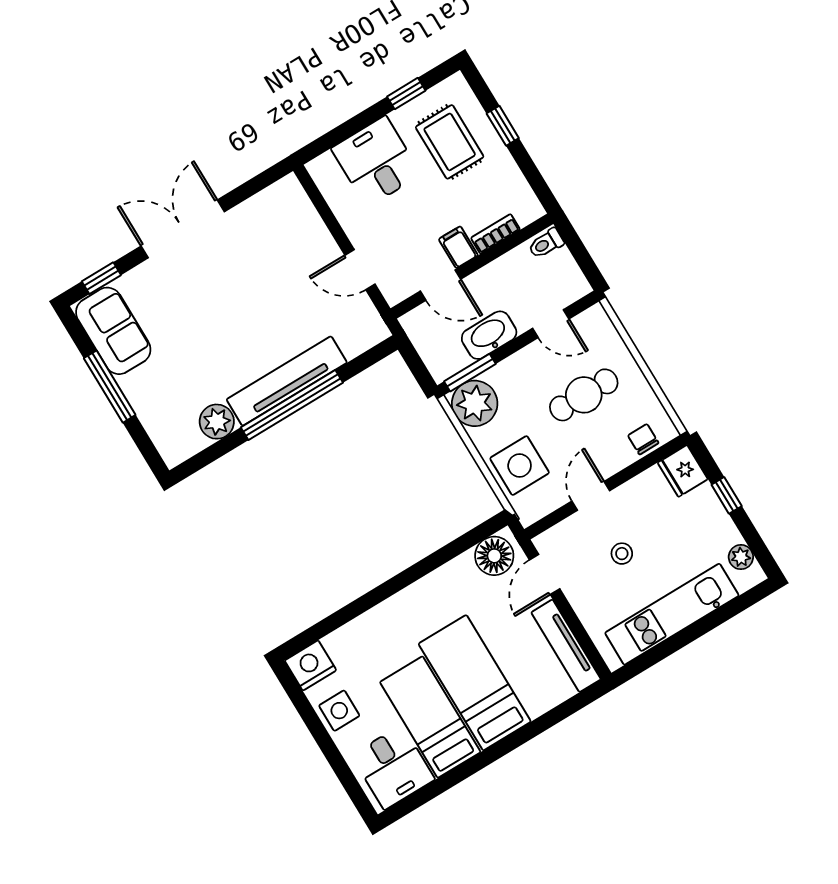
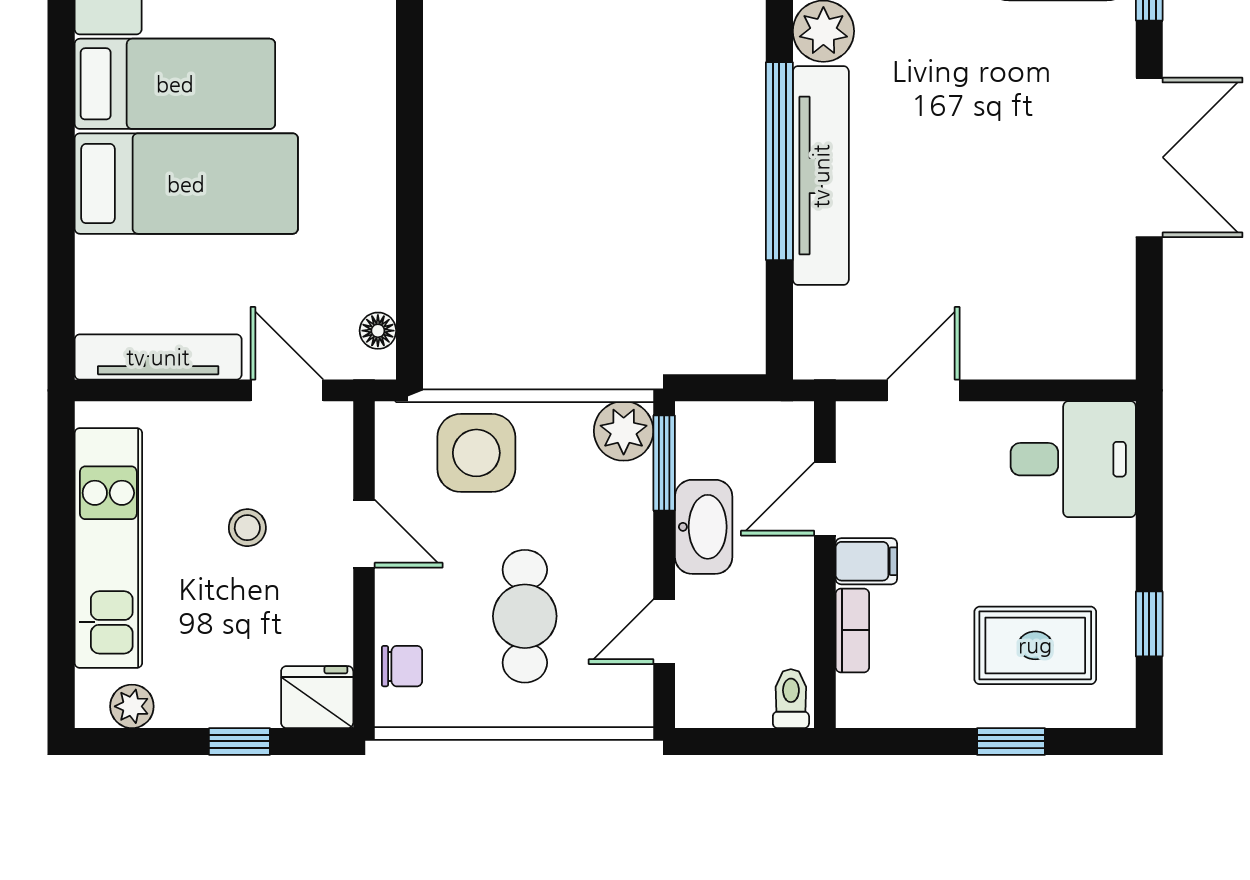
desk: (376, 161) -> (1073, 459), moved
plant: (475, 403) -> (624, 431), width x0.73, depth x0.73
floor lamp: (494, 556) -> (378, 331), width x0.53, depth x0.53

